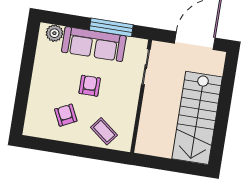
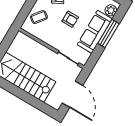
window: (111, 27) -> (108, 33), moved

